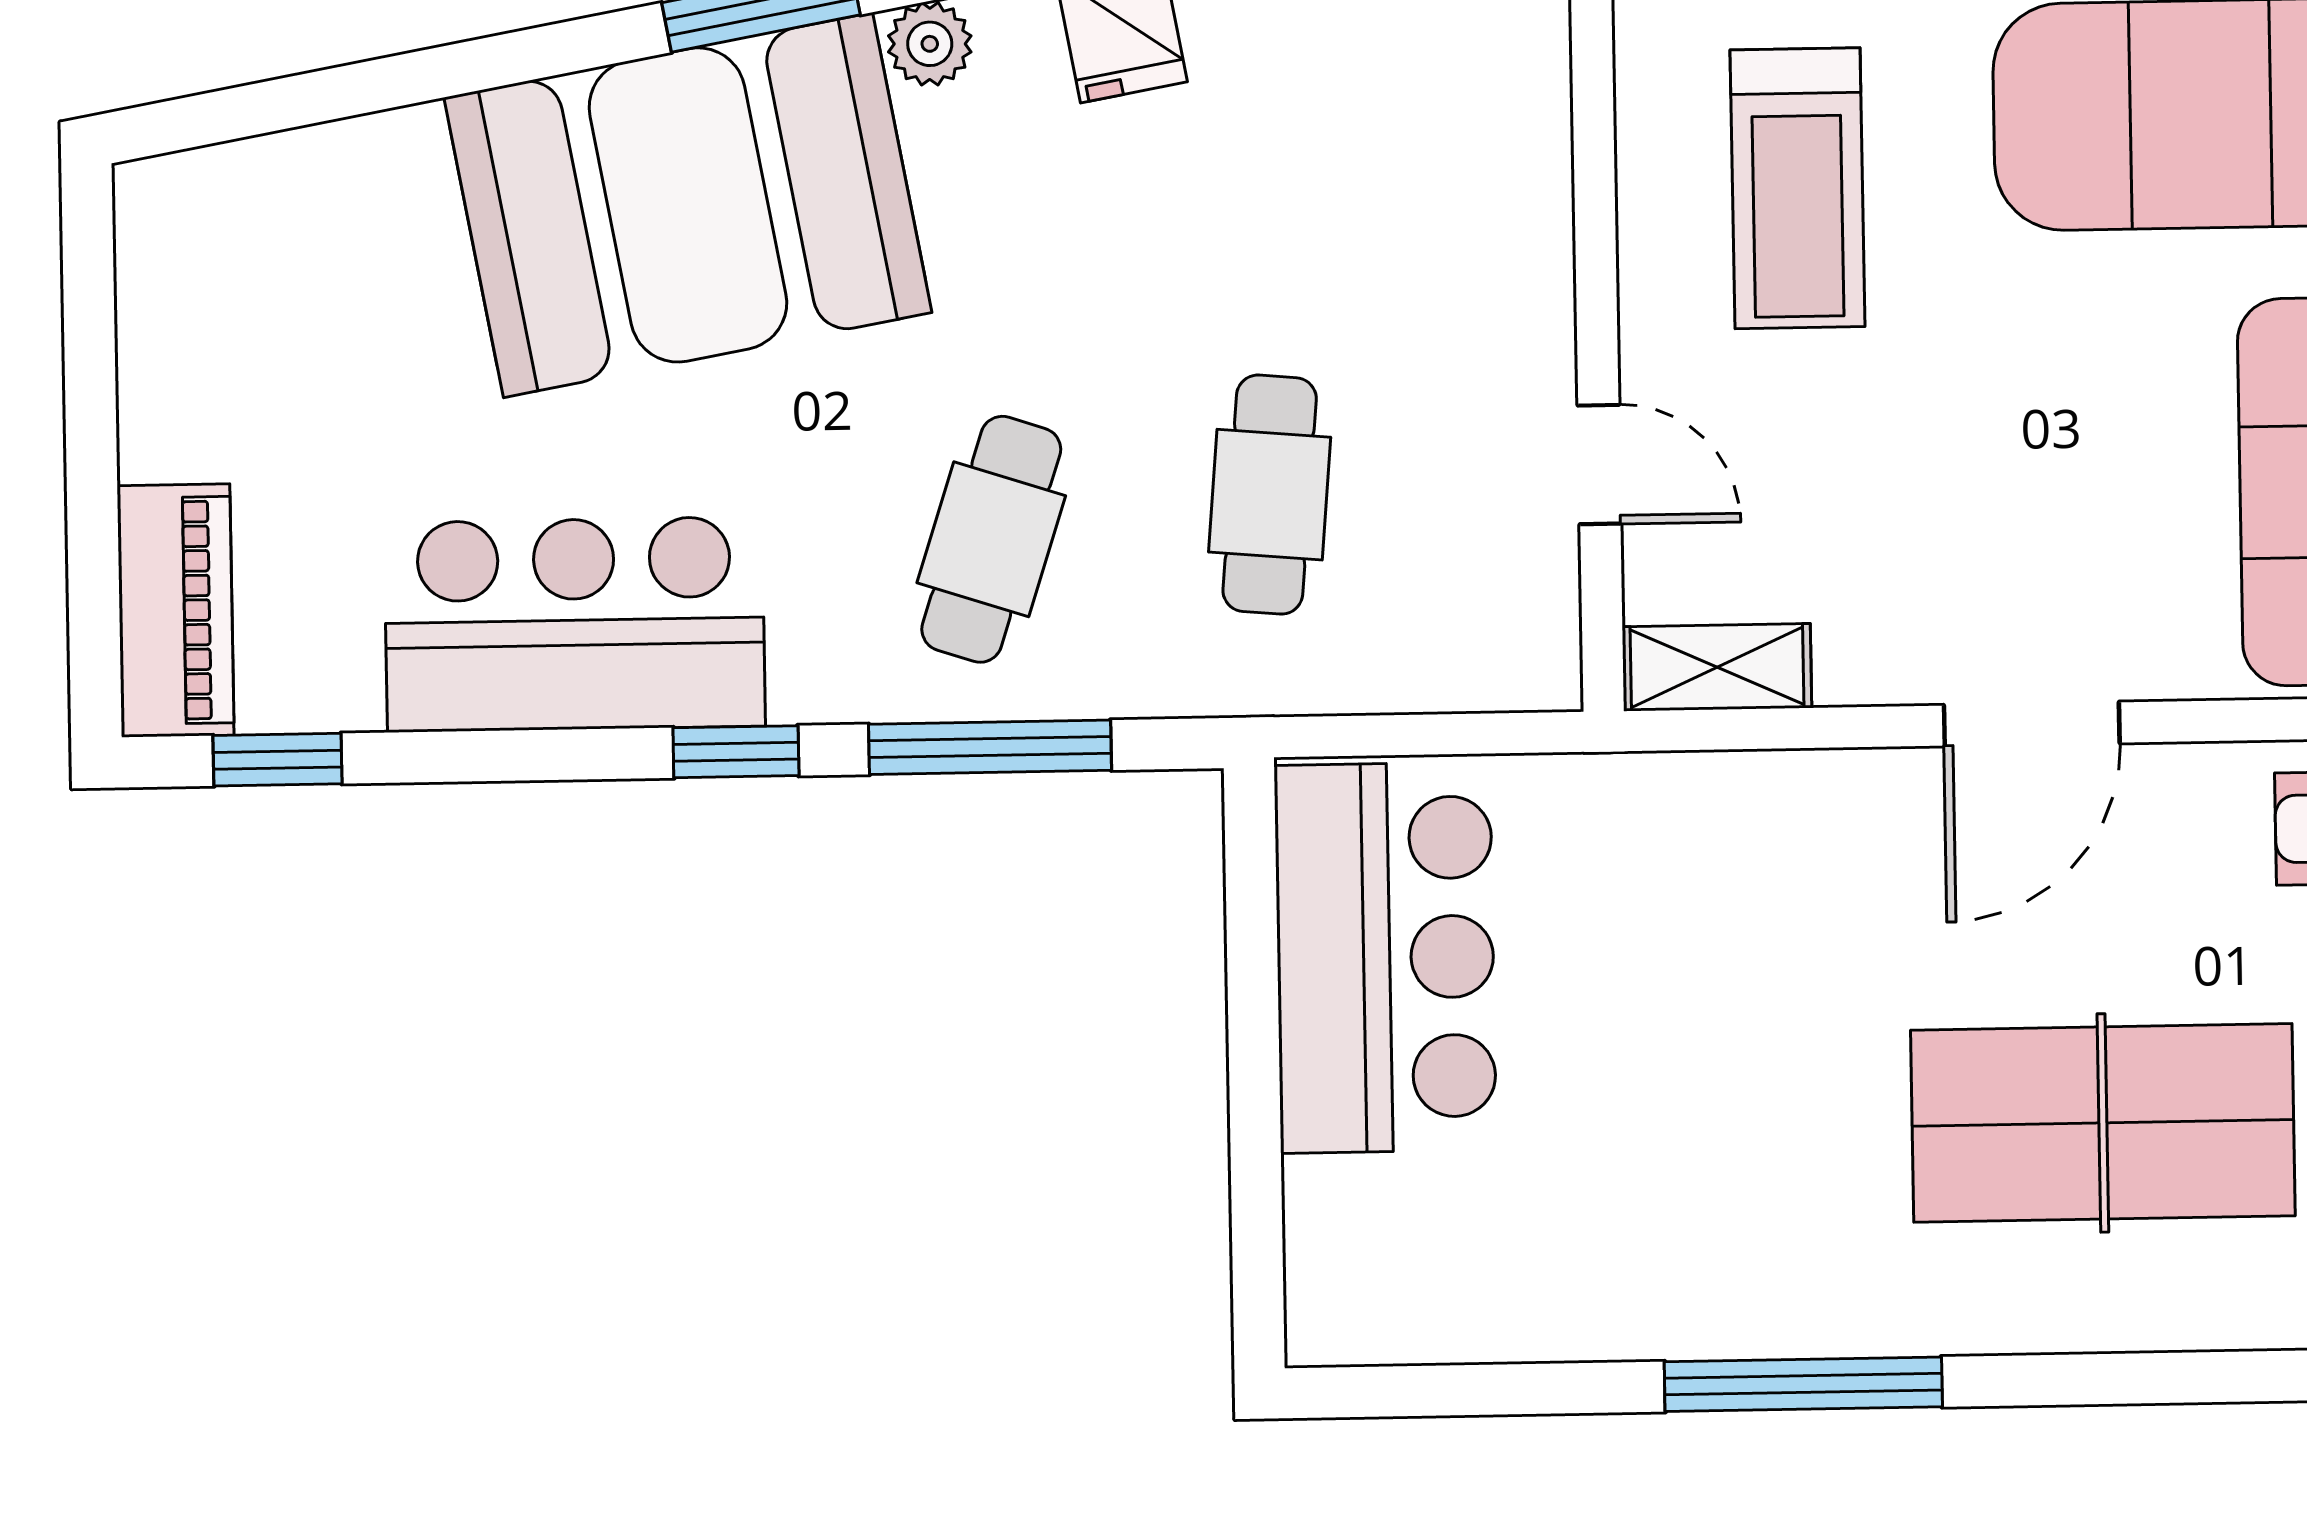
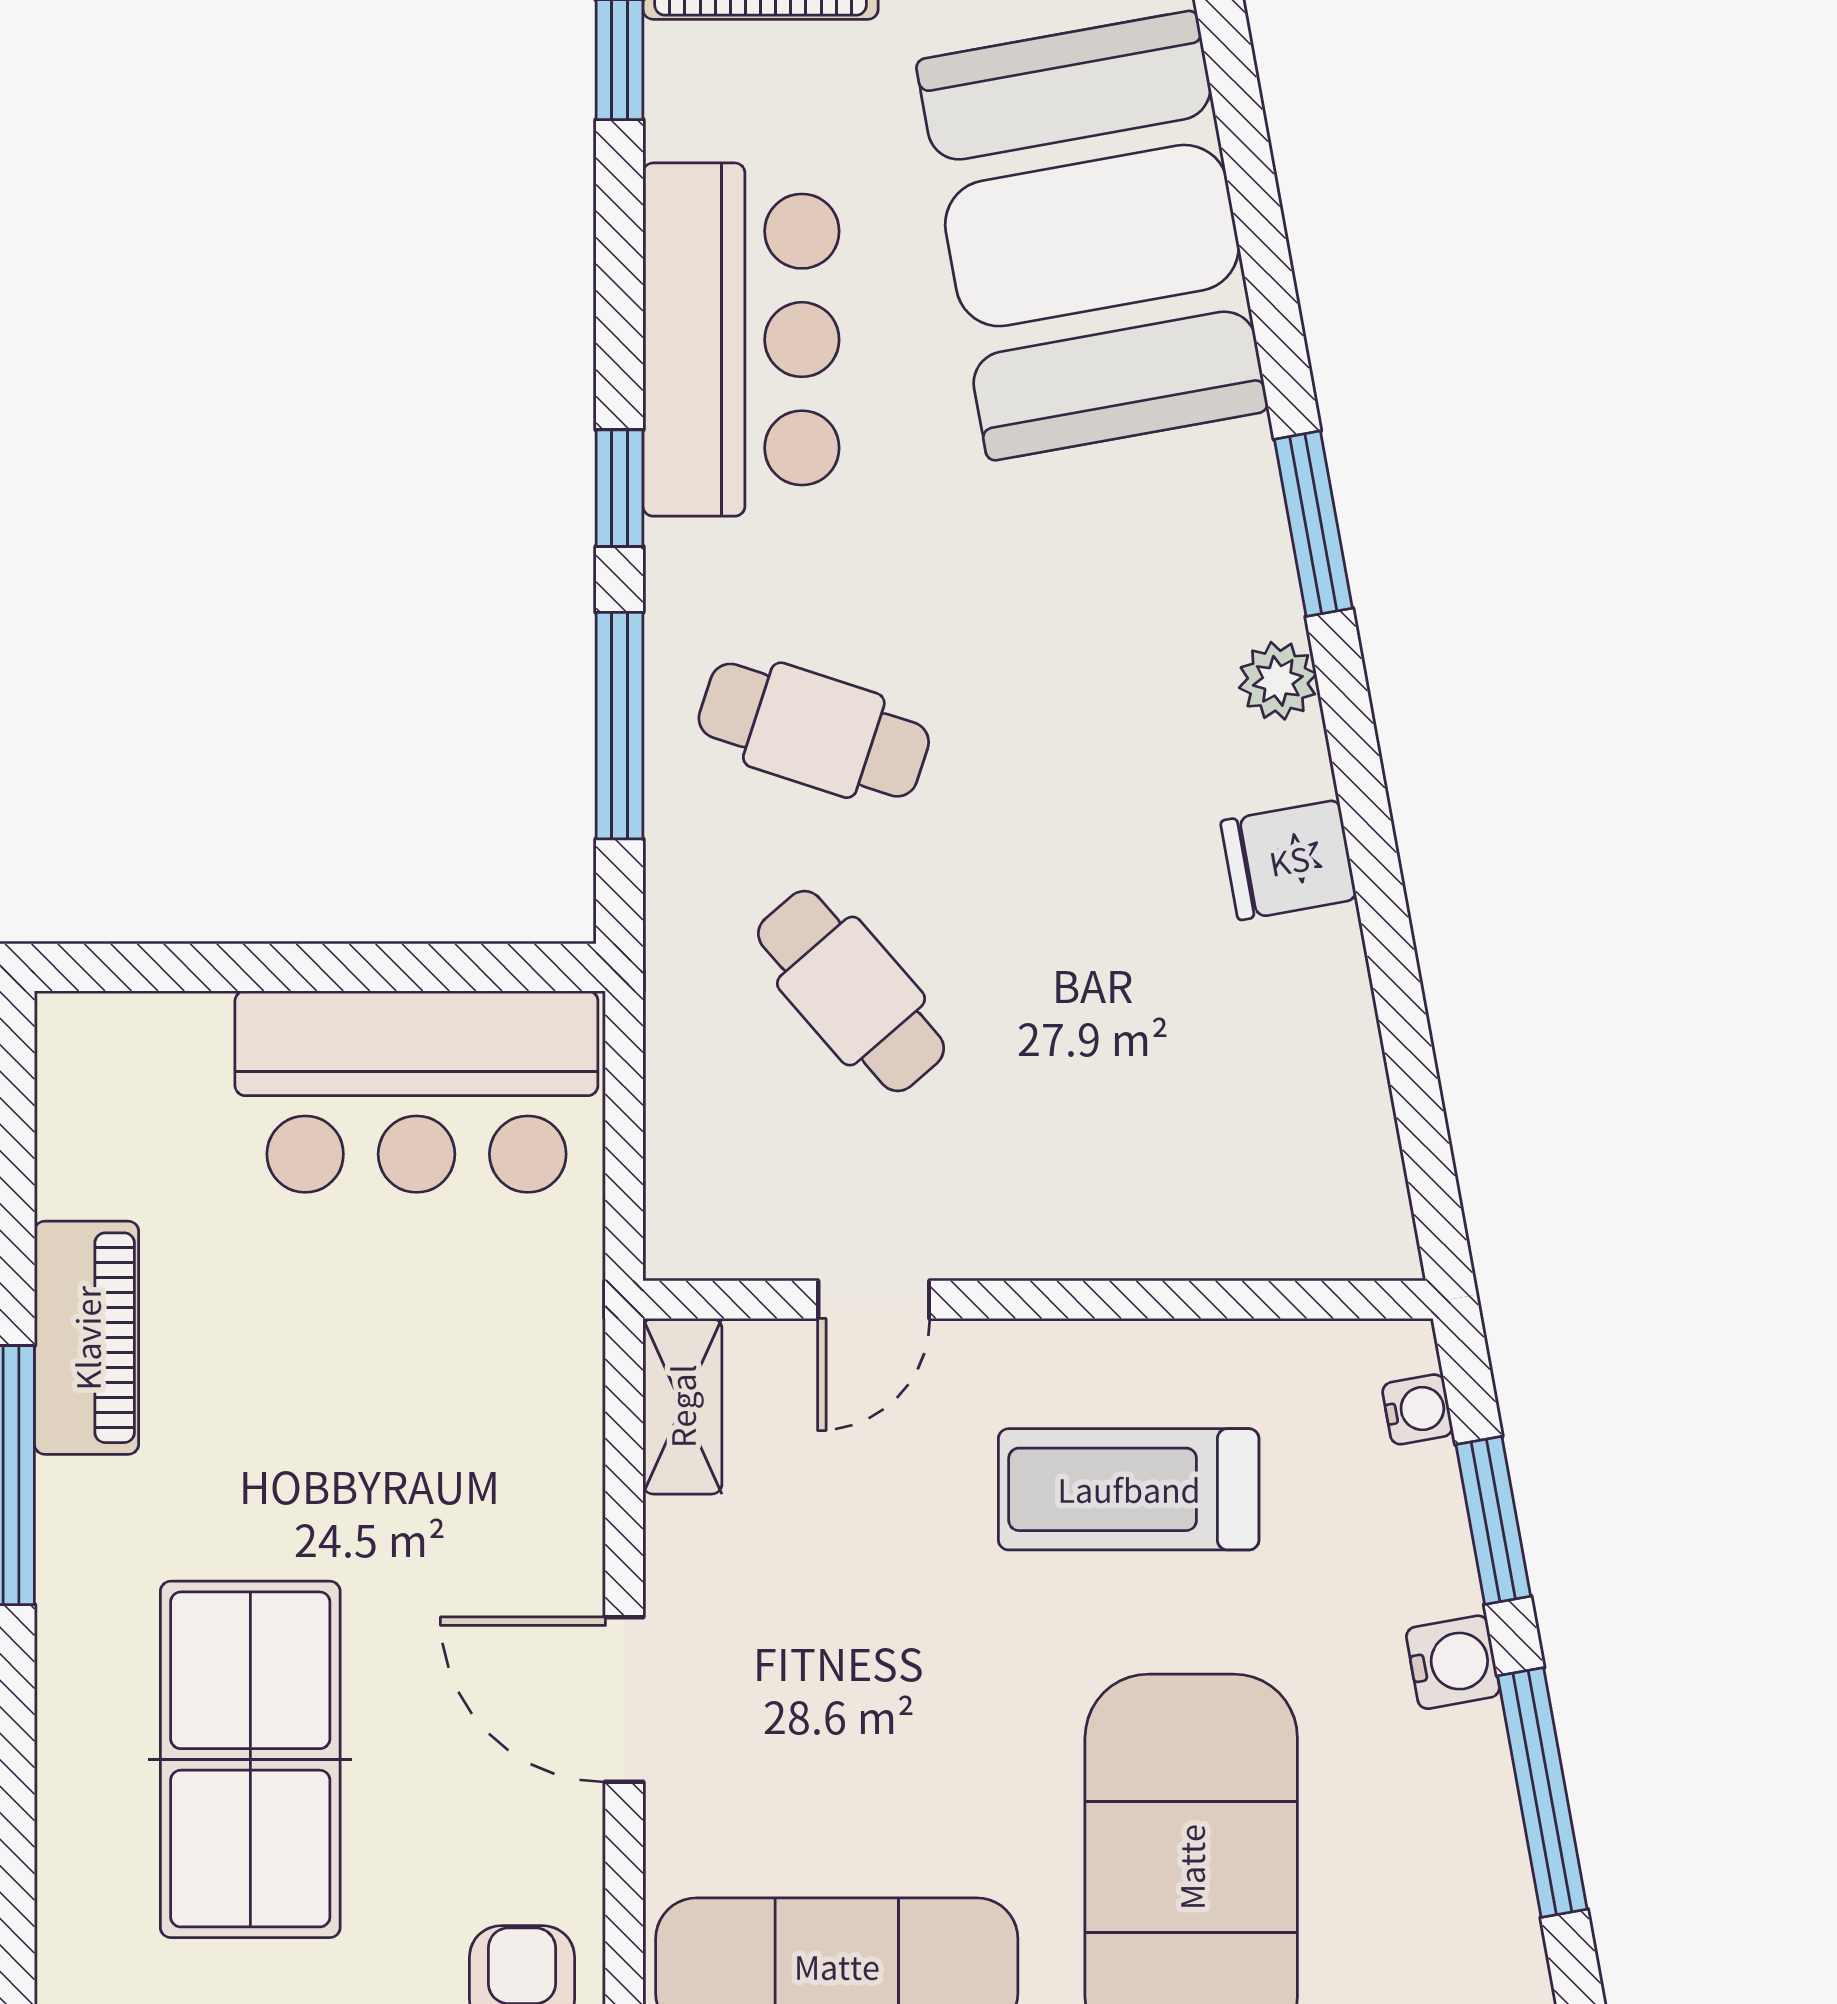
booth: (688, 205) -> (1092, 236), moved
cafe table: (1270, 495) -> (851, 991), turned 44
piano: (1655, 1306) -> (87, 1338), added

